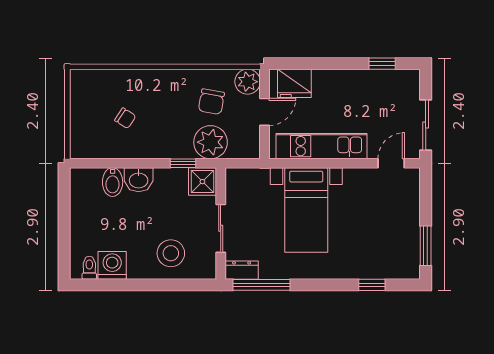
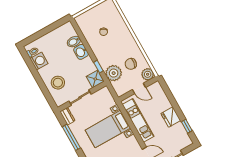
fridge: (294, 83) -> (171, 117), moved
window: (262, 285) -> (71, 137), moved

